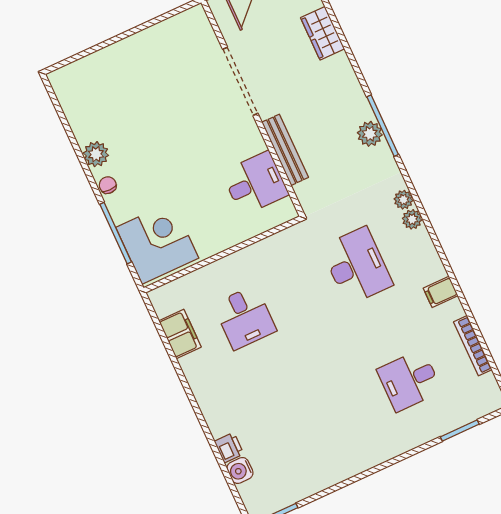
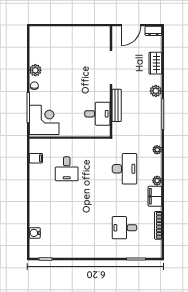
plant: (370, 134) -> (156, 91), moved
plant: (412, 219) -> (157, 181), moved
filing cabinet: (441, 292) -> (155, 196), width x2.00
filing cabinet: (180, 334) -> (36, 158), width x0.50
printer: (229, 448) -> (34, 221), removed

